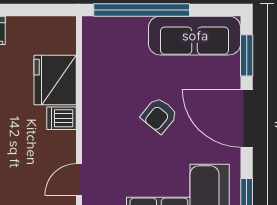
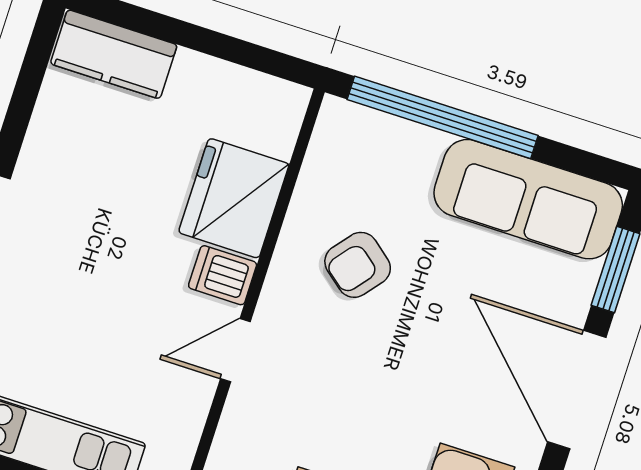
armchair: (159, 115) -> (358, 265), moved
door: (79, 179) -> (235, 350), moved

